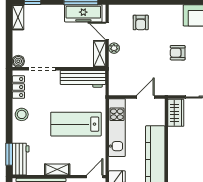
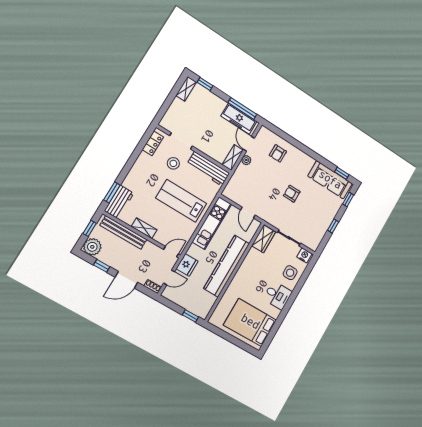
boiler: (18, 61) -> (165, 123), removed
door: (145, 97) -> (248, 213), swing flipped
stool: (22, 114) -> (173, 163), moved

